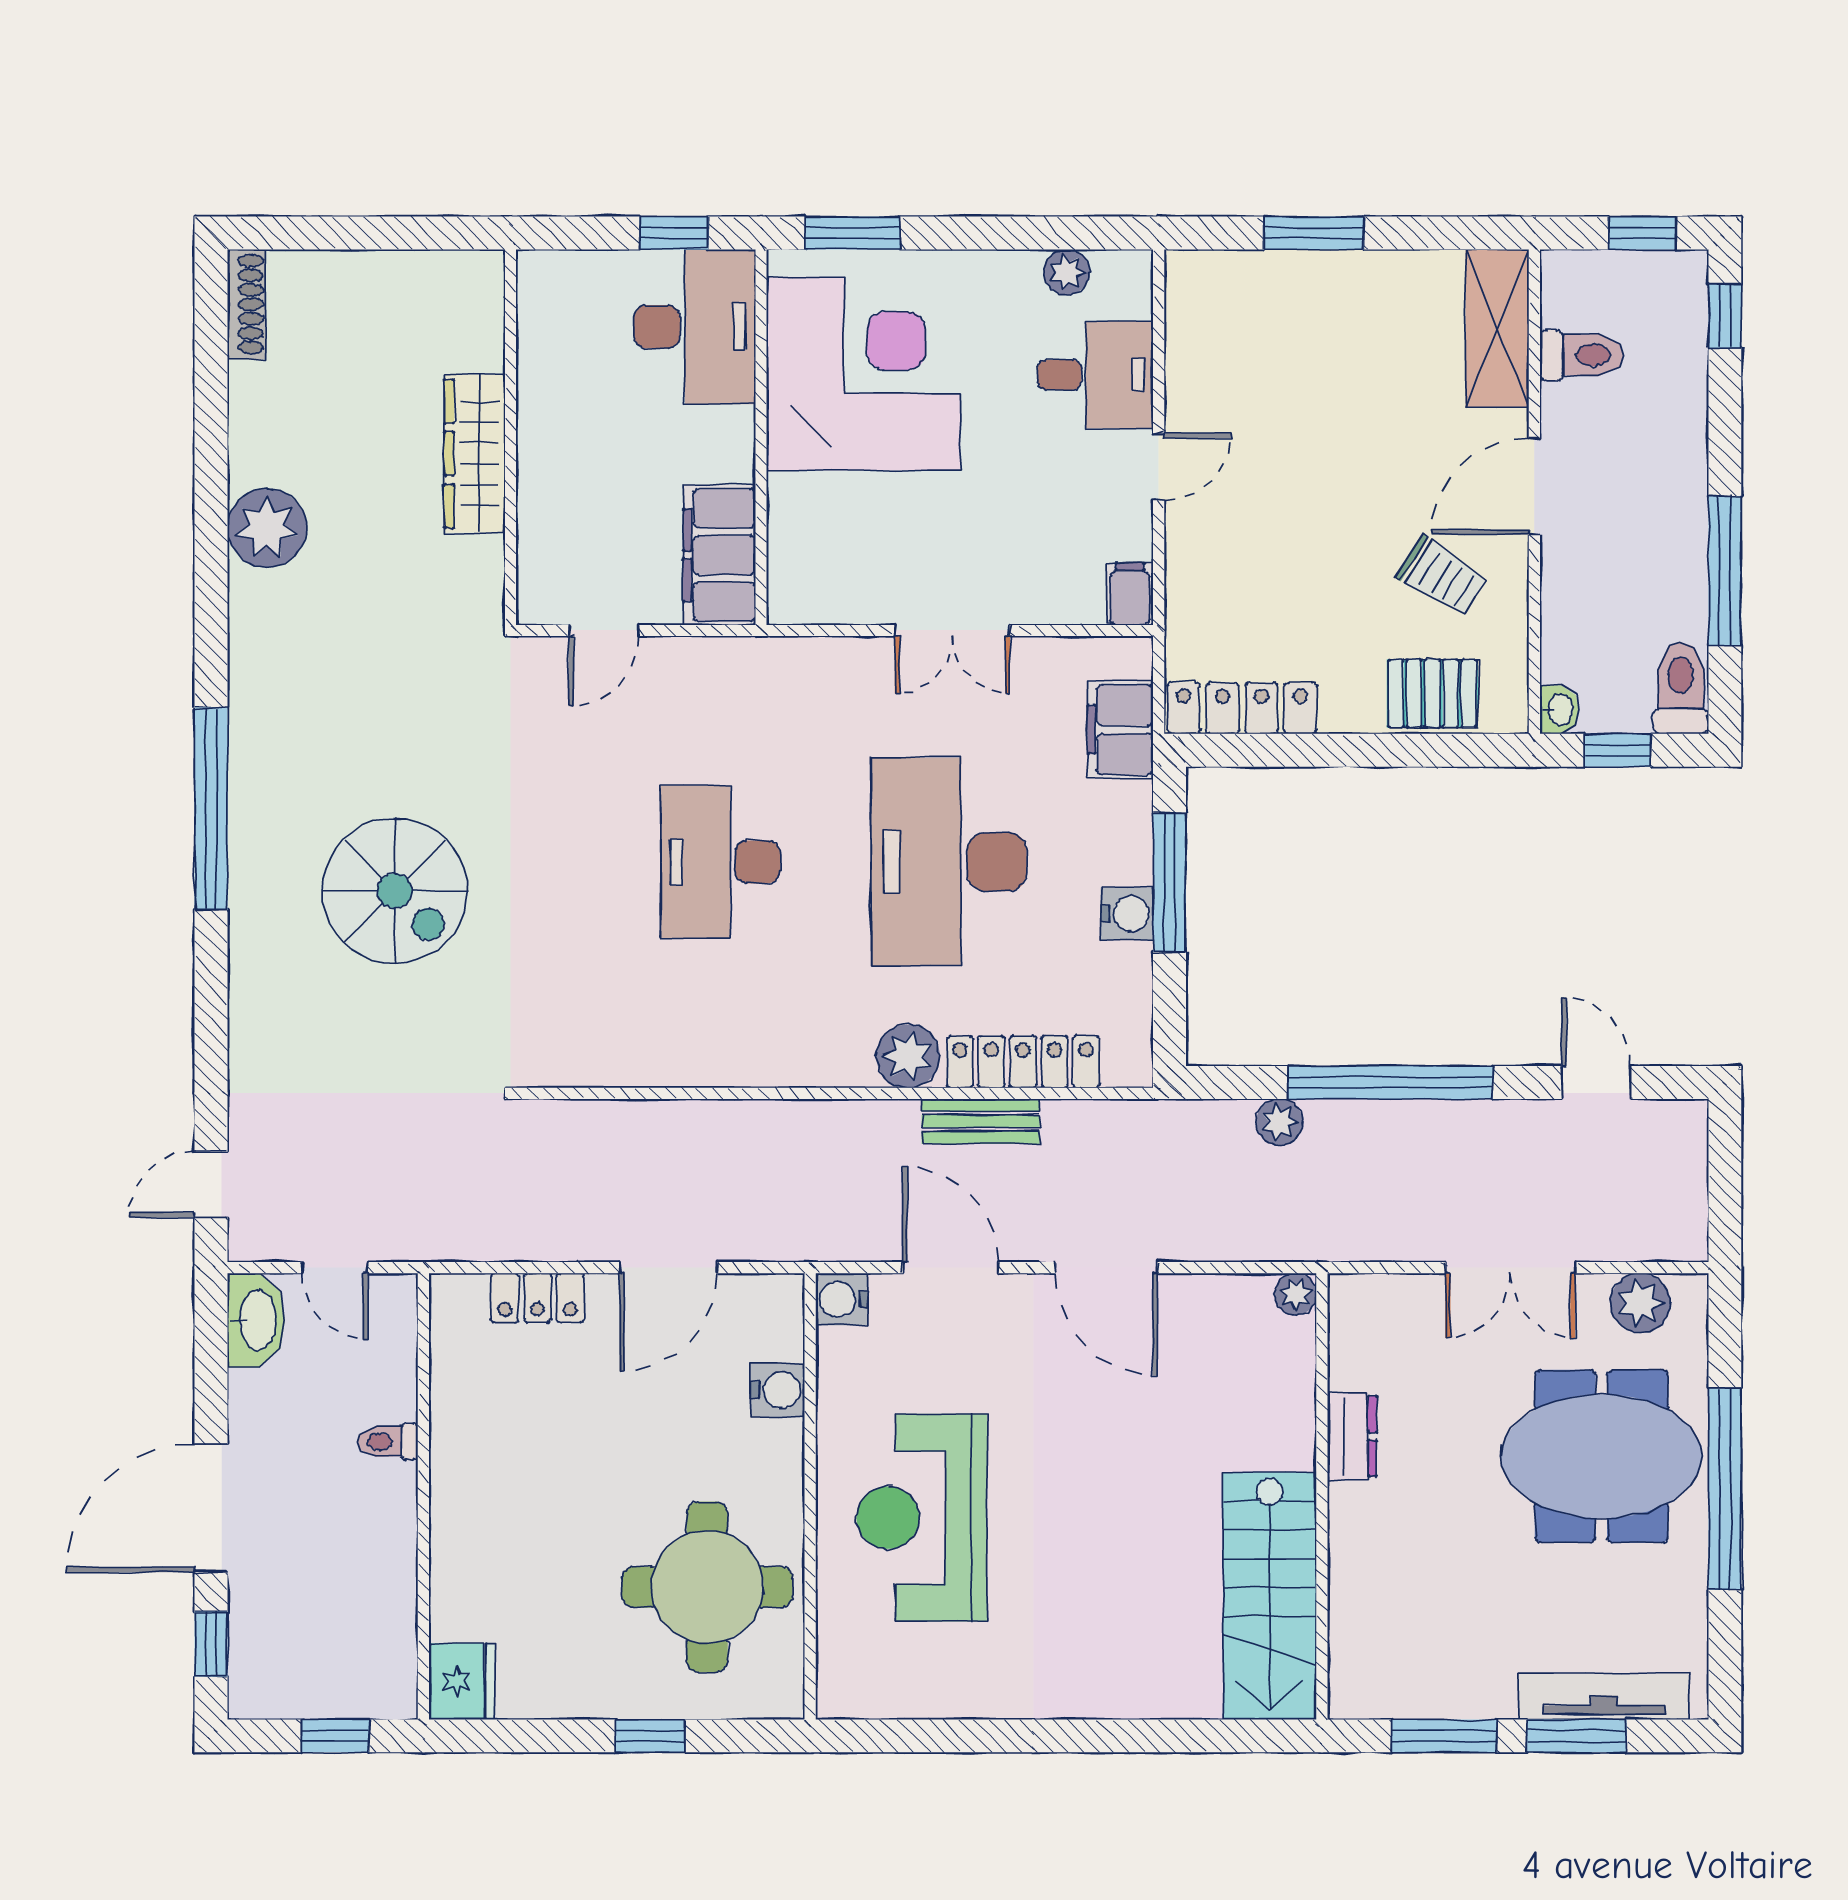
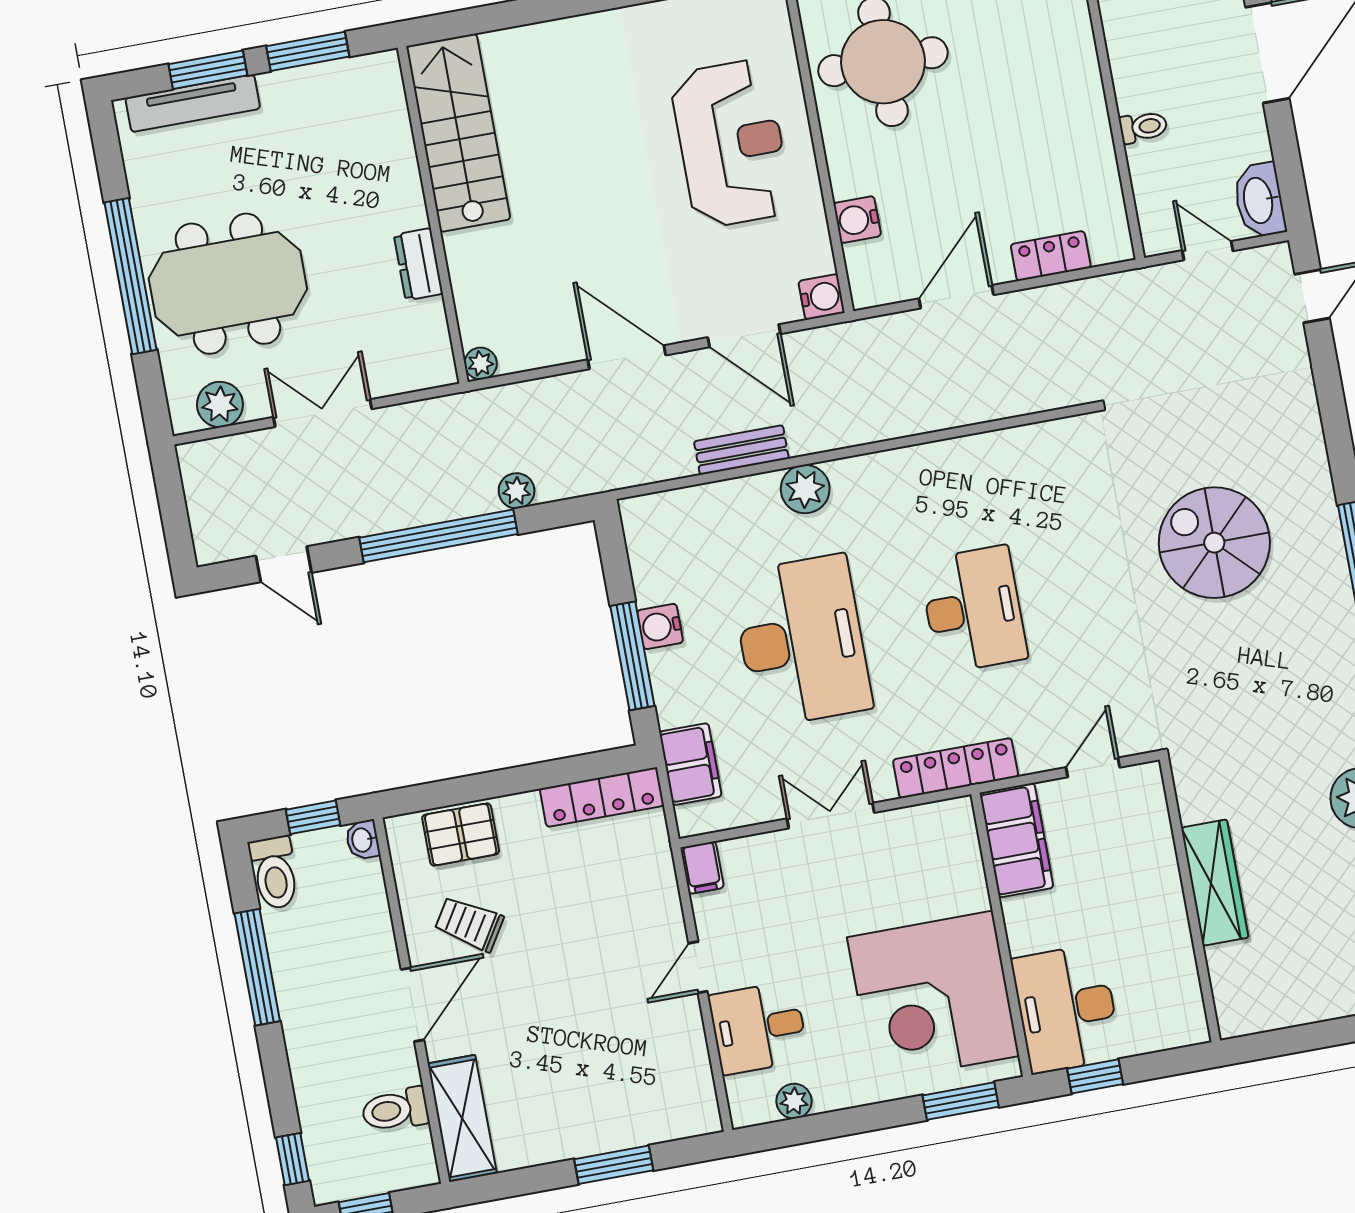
locker: (1023, 1062) -> (956, 768), moved, turned 180

